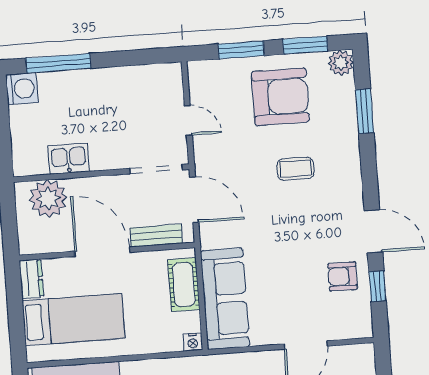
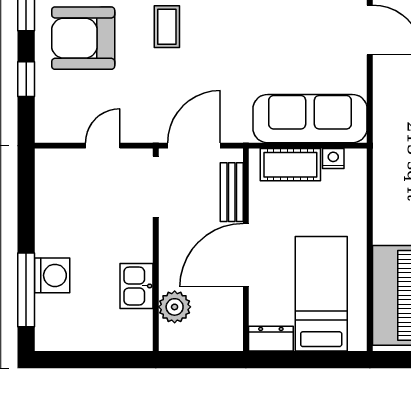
window: (241, 50) -> (26, 79), width x0.67
washing machine: (22, 89) -> (52, 275), moved, turned 90
armchair: (280, 97) -> (83, 38), turned -90
plant: (48, 199) -> (175, 307), width x0.73, depth x0.73
nightstand: (193, 342) -> (333, 158), moved, turned -90

